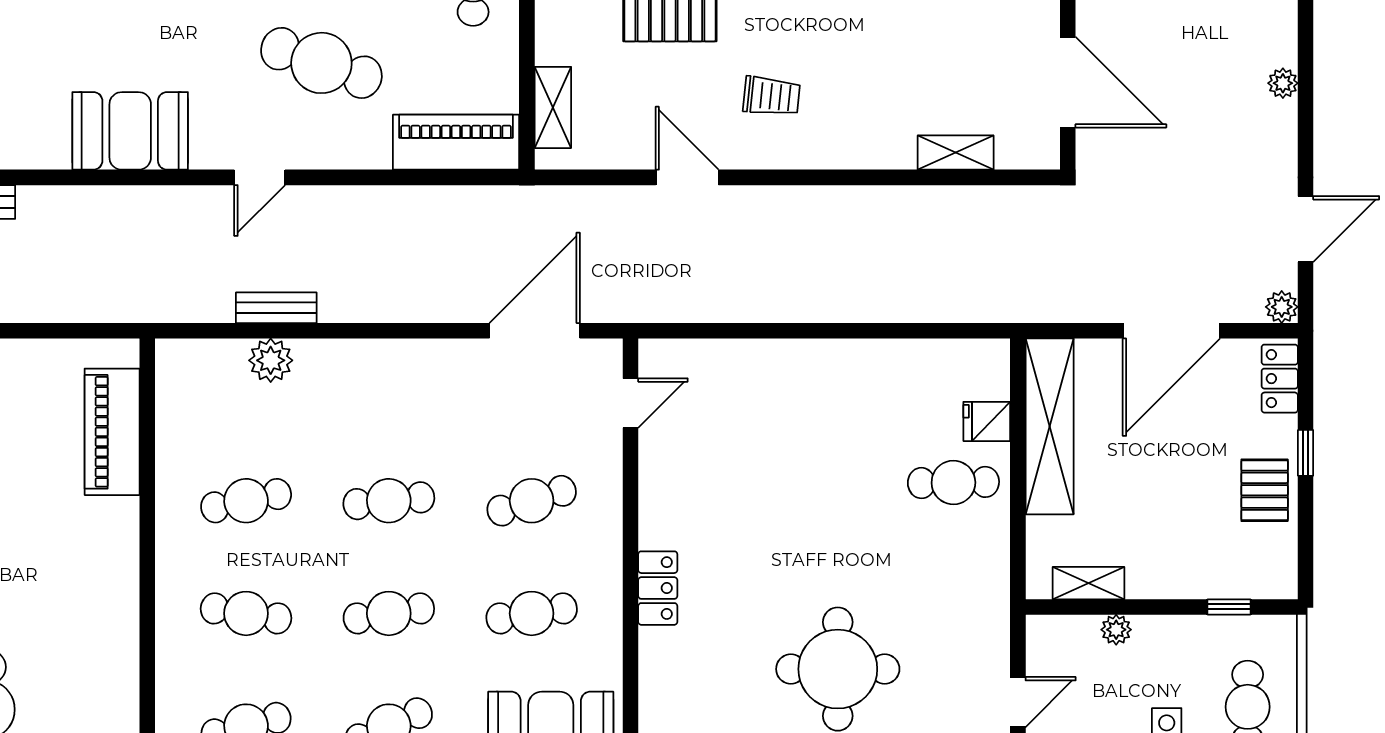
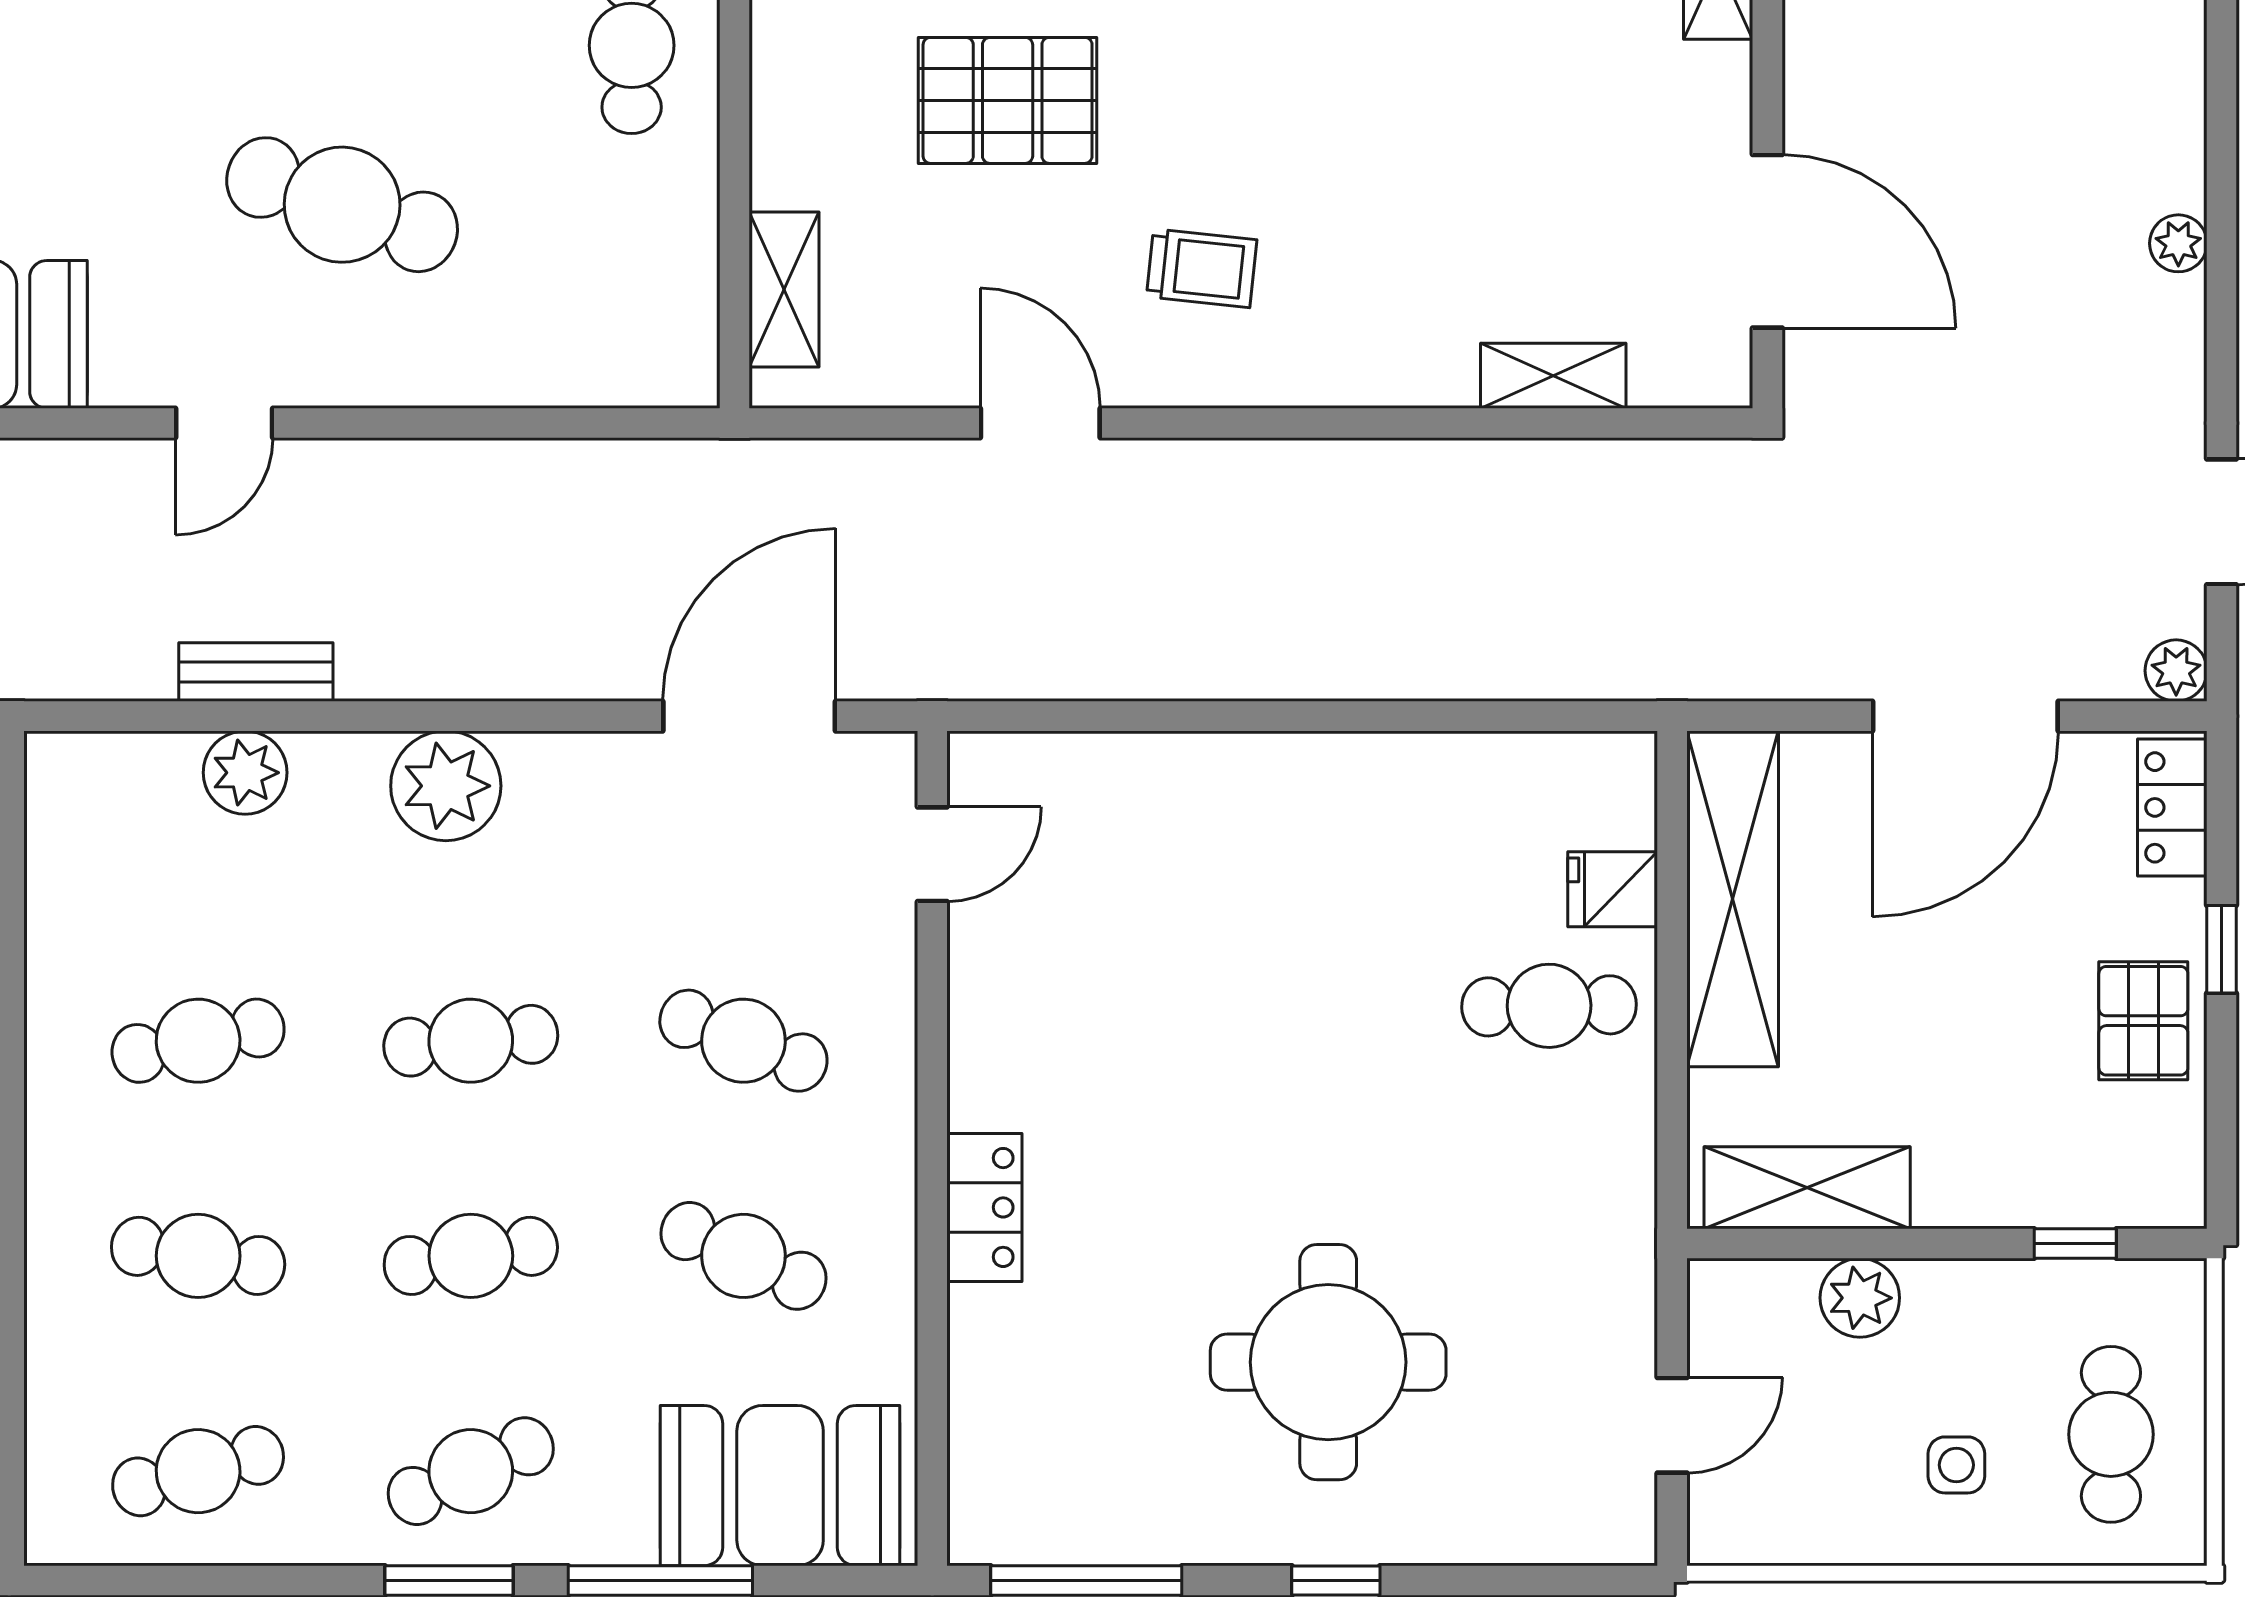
piano: (456, 142) -> (599, 356), removed
plant: (376, 367) -> (446, 786), added
cafe table: (532, 501) -> (743, 1041), turned 39
shelving: (1089, 583) -> (1807, 1188), width x1.50, depth x1.33
cafe table: (532, 613) -> (743, 1256), turned 33
plant: (1116, 630) -> (1860, 1298), width x1.38, depth x1.38

